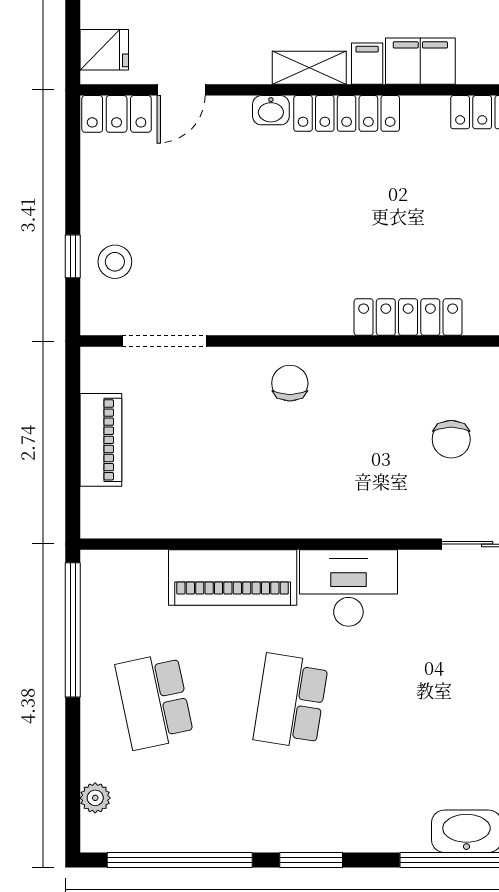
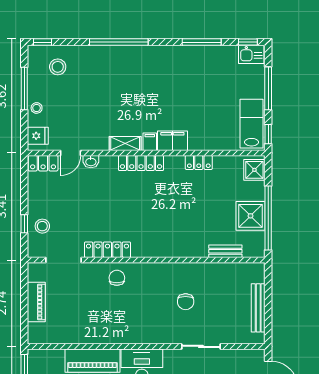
washbasin: (271, 110) -> (91, 162), moved
locker: (408, 317) -> (107, 250), moved

